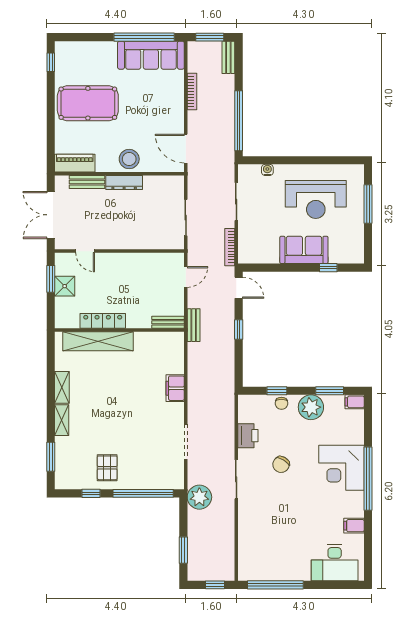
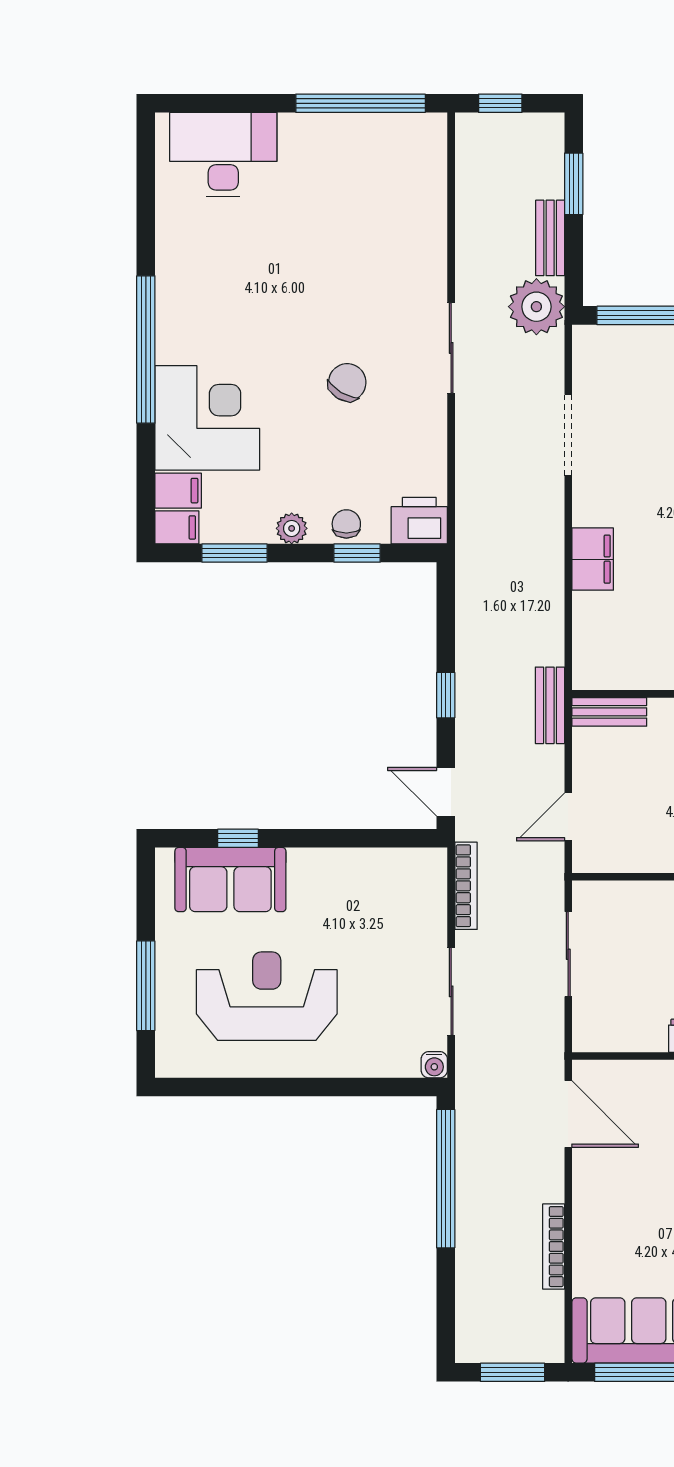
bench: (228, 57) -> (550, 238), moved
water cooler: (267, 170) -> (434, 1065), moved
sofa: (304, 250) -> (230, 880), moved
plant: (311, 407) -> (292, 528), width x0.53, depth x0.53
printer: (248, 436) -> (419, 521), moved, turned 90
corner desk: (341, 468) -> (207, 418), moved
filing cabinet: (354, 526) -> (178, 491), moved

